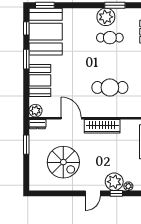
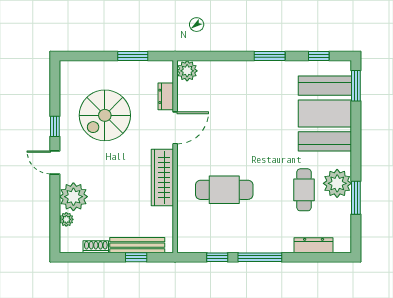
booth: (46, 32) -> (325, 113), moved, turned 90
booth: (40, 80) -> (236, 78), removed
cafe table: (110, 87) -> (224, 190), turned 90
dresser: (37, 124) -> (166, 96), moved
window: (116, 193) -> (55, 126), moved

